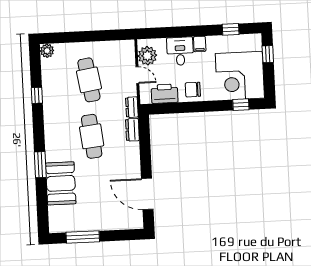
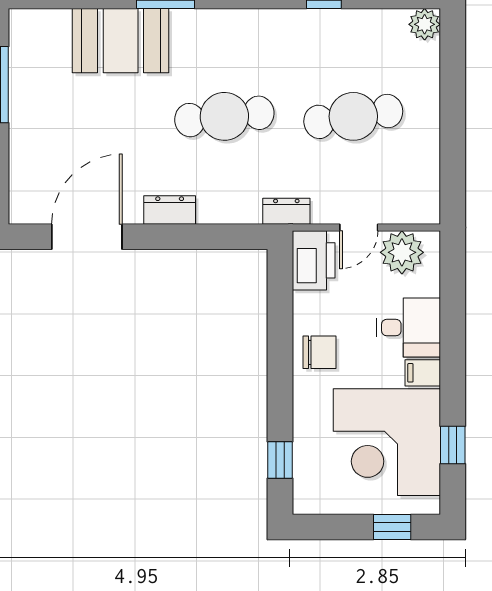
corner desk: (240, 76) -> (387, 442), moved, turned -90
chair: (193, 90) -> (320, 352), turned 90
printer: (165, 94) -> (314, 260), moved
dresser: (132, 130) -> (170, 210), moved

